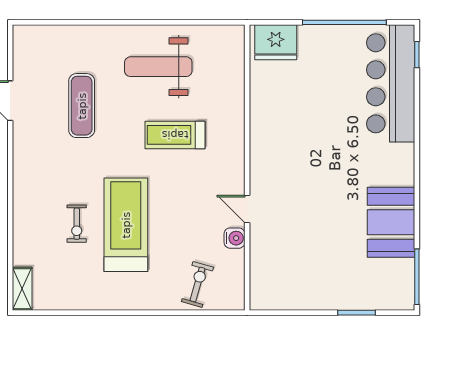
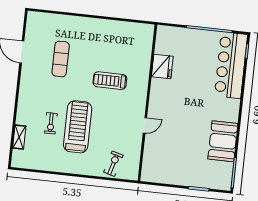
fridge: (276, 42) -> (162, 66), moved, turned -90
weight bench: (158, 67) -> (105, 42), removed
door: (247, 209) -> (145, 125), swing flipped
water cooler: (234, 238) -> (136, 141), removed
shelving: (22, 289) -> (19, 137), moved

